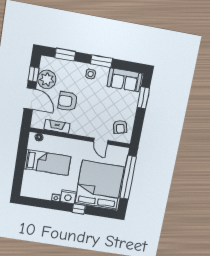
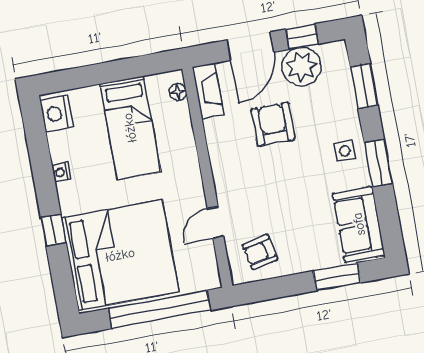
fireplace: (57, 126) -> (208, 91), moved
nightstand: (68, 197) -> (57, 113), moved

